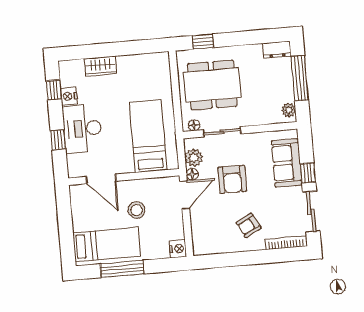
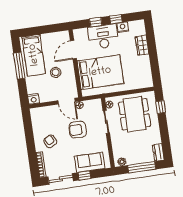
window: (54, 90) -> (116, 19), moved
bed: (148, 136) -> (100, 72), width x1.50
plant: (194, 158) -> (90, 105), removed

